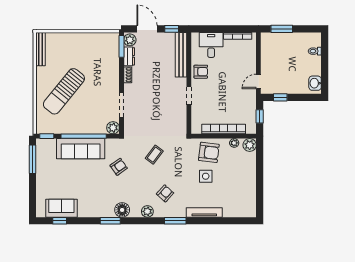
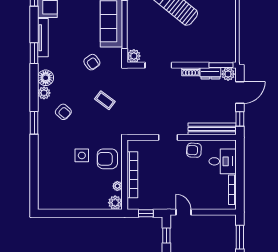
armchair: (201, 72) -> (194, 150), turned 93
armchair: (209, 152) -> (107, 159), turned 83
floor lamp: (122, 210) -> (46, 78), moved
tv unit: (204, 212) -> (43, 38), moved

